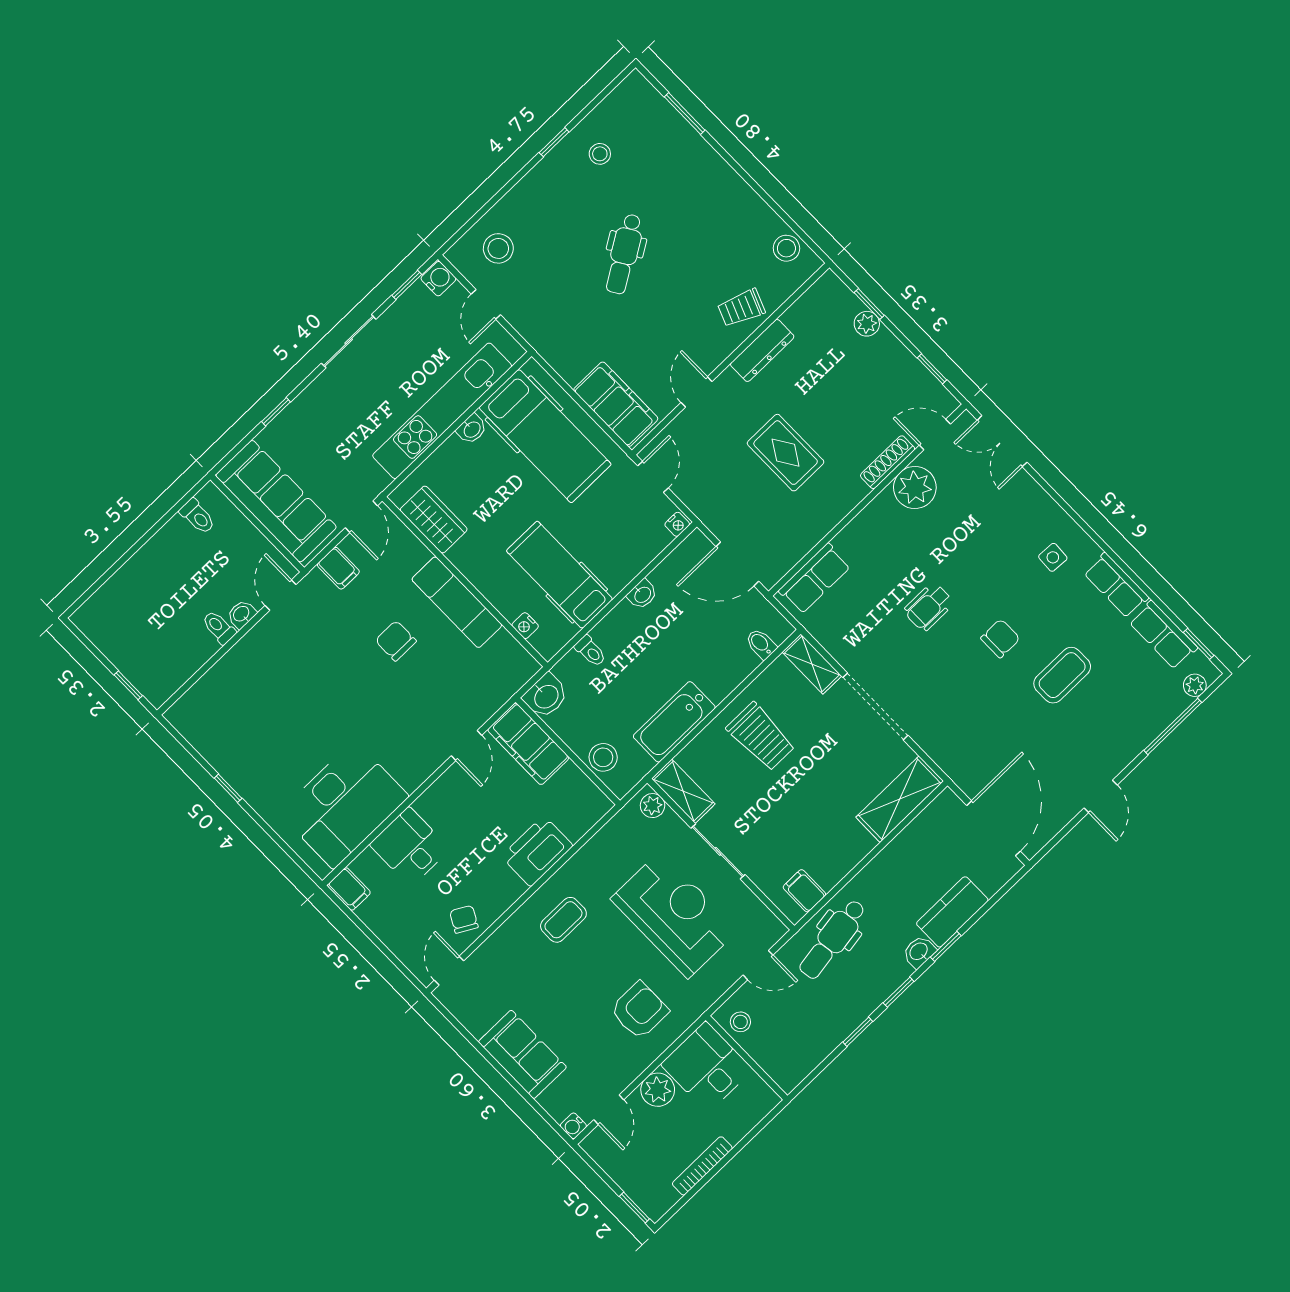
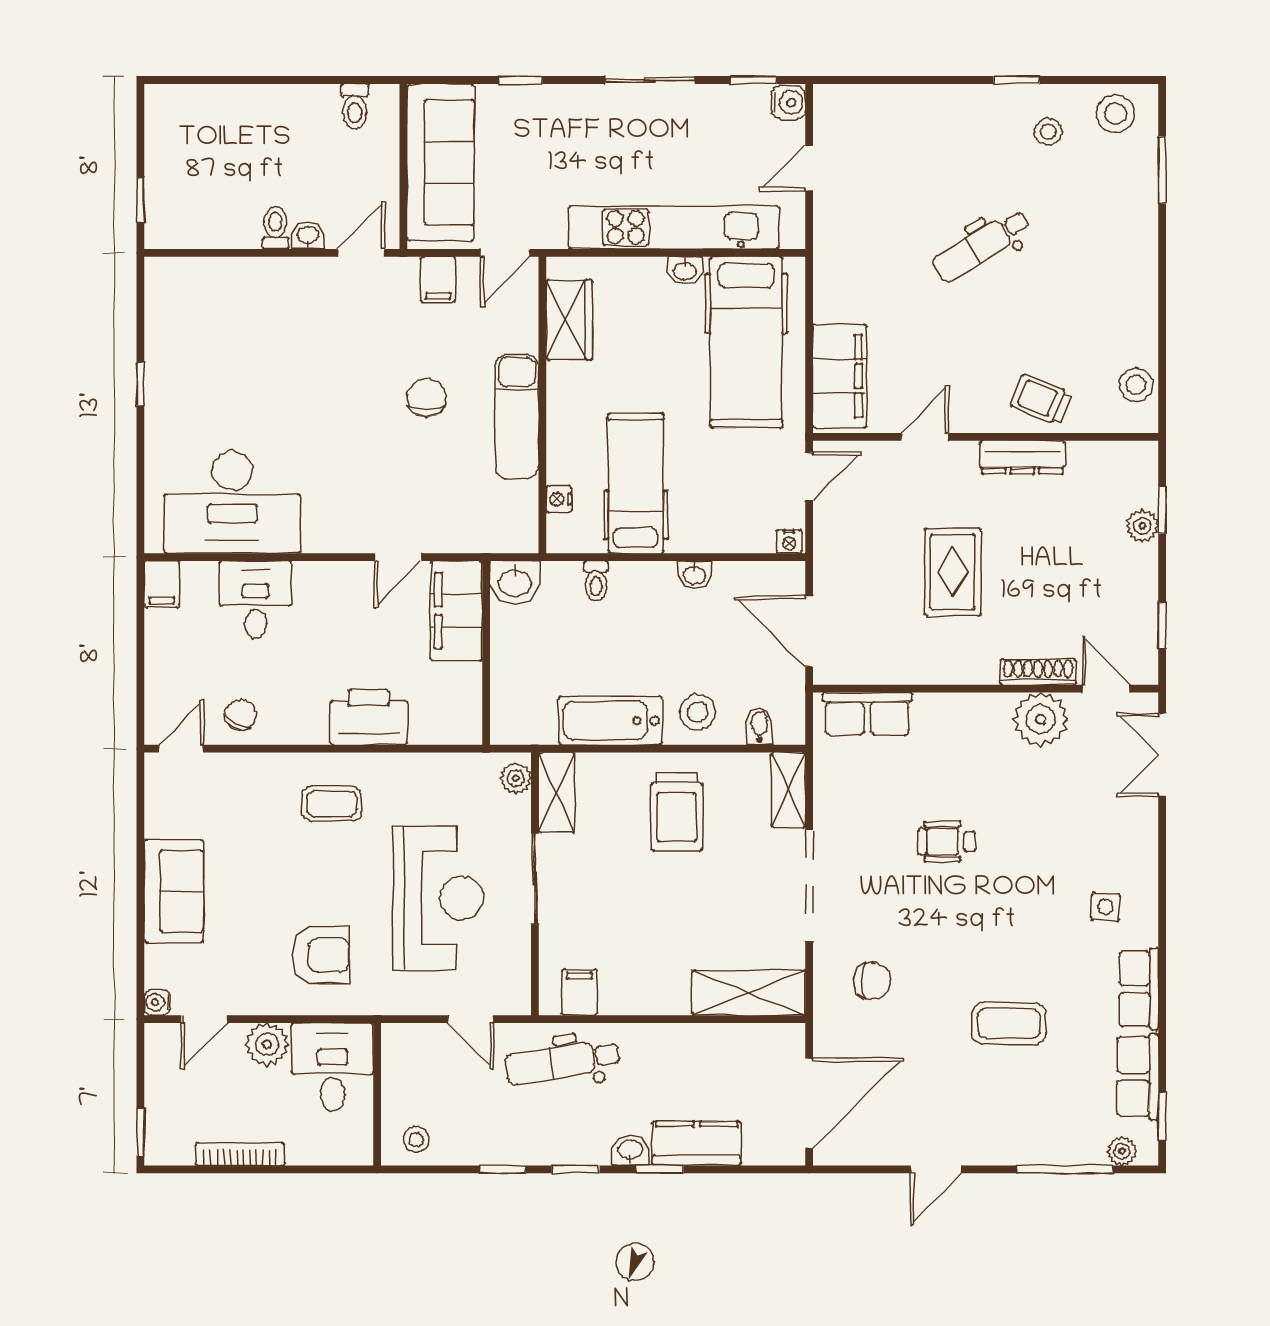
stool: (498, 248) -> (1115, 114), moved
chair: (1000, 638) -> (873, 981), moved
stool: (603, 757) -> (698, 712), moved
stool: (740, 1022) -> (416, 1140), moved

